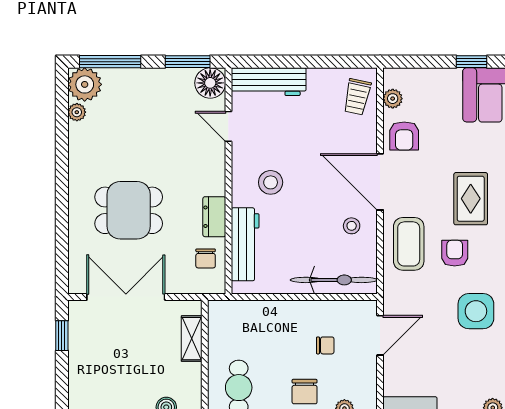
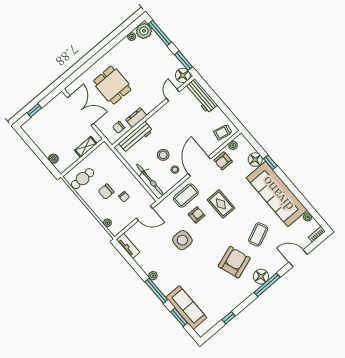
floor lamp: (446, 82) -> (255, 160), added
stool: (271, 182) -> (163, 155), moved
rug: (471, 199) -> (221, 204), turned 90
window: (62, 336) -> (34, 110), moved
chair: (305, 392) -> (106, 192), moved

